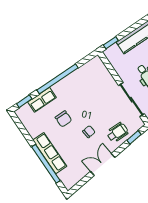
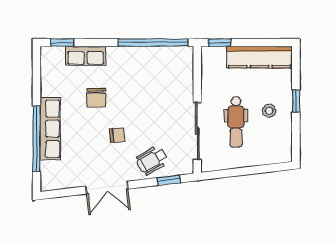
window: (57, 79) -> (153, 43), moved
wheelchair: (117, 132) -> (152, 160), turned 150
double door: (103, 164) -> (107, 188), swing flipped

